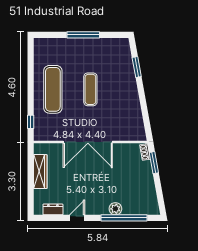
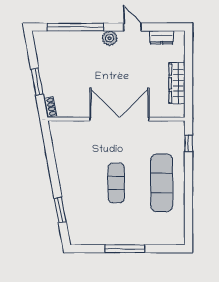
window: (154, 163) -> (37, 82), moved
plant: (115, 209) -> (110, 38), moved
door: (77, 218) -> (132, 27), swing flipped

